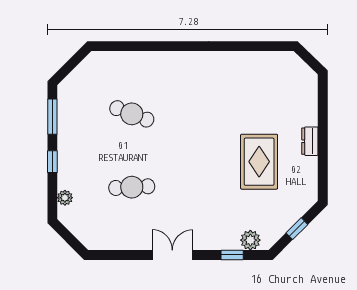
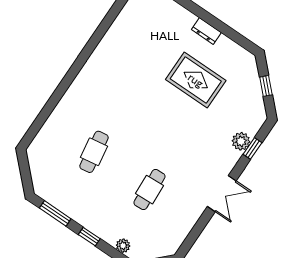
cafe table: (132, 114) -> (94, 152), turned -30
plant: (250, 240) -> (241, 141), moved
double door: (172, 255) -> (222, 194), swing flipped

